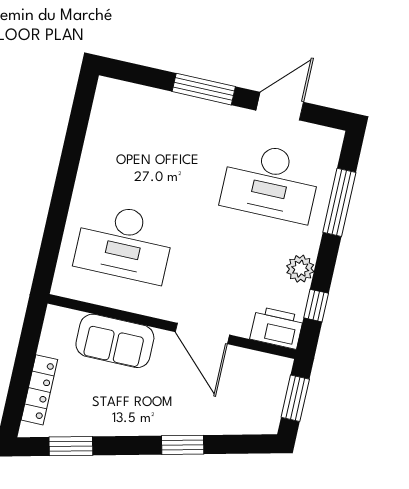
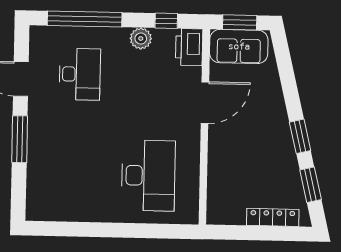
desk: (271, 182) -> (80, 74), width x0.73, depth x0.77
window: (339, 202) -> (85, 19), width x1.46
sofa: (115, 341) -> (239, 46), moved, turned 90
window: (183, 445) -> (300, 136), moved

